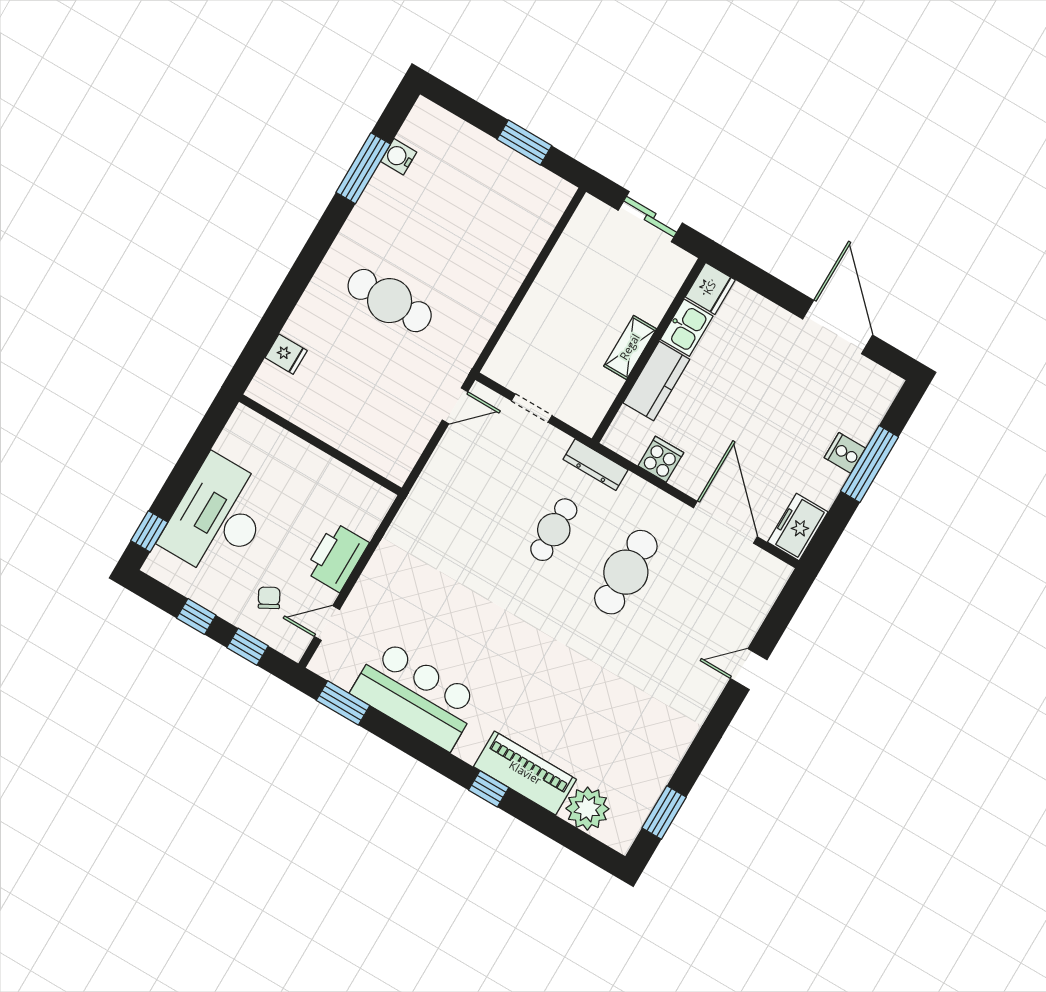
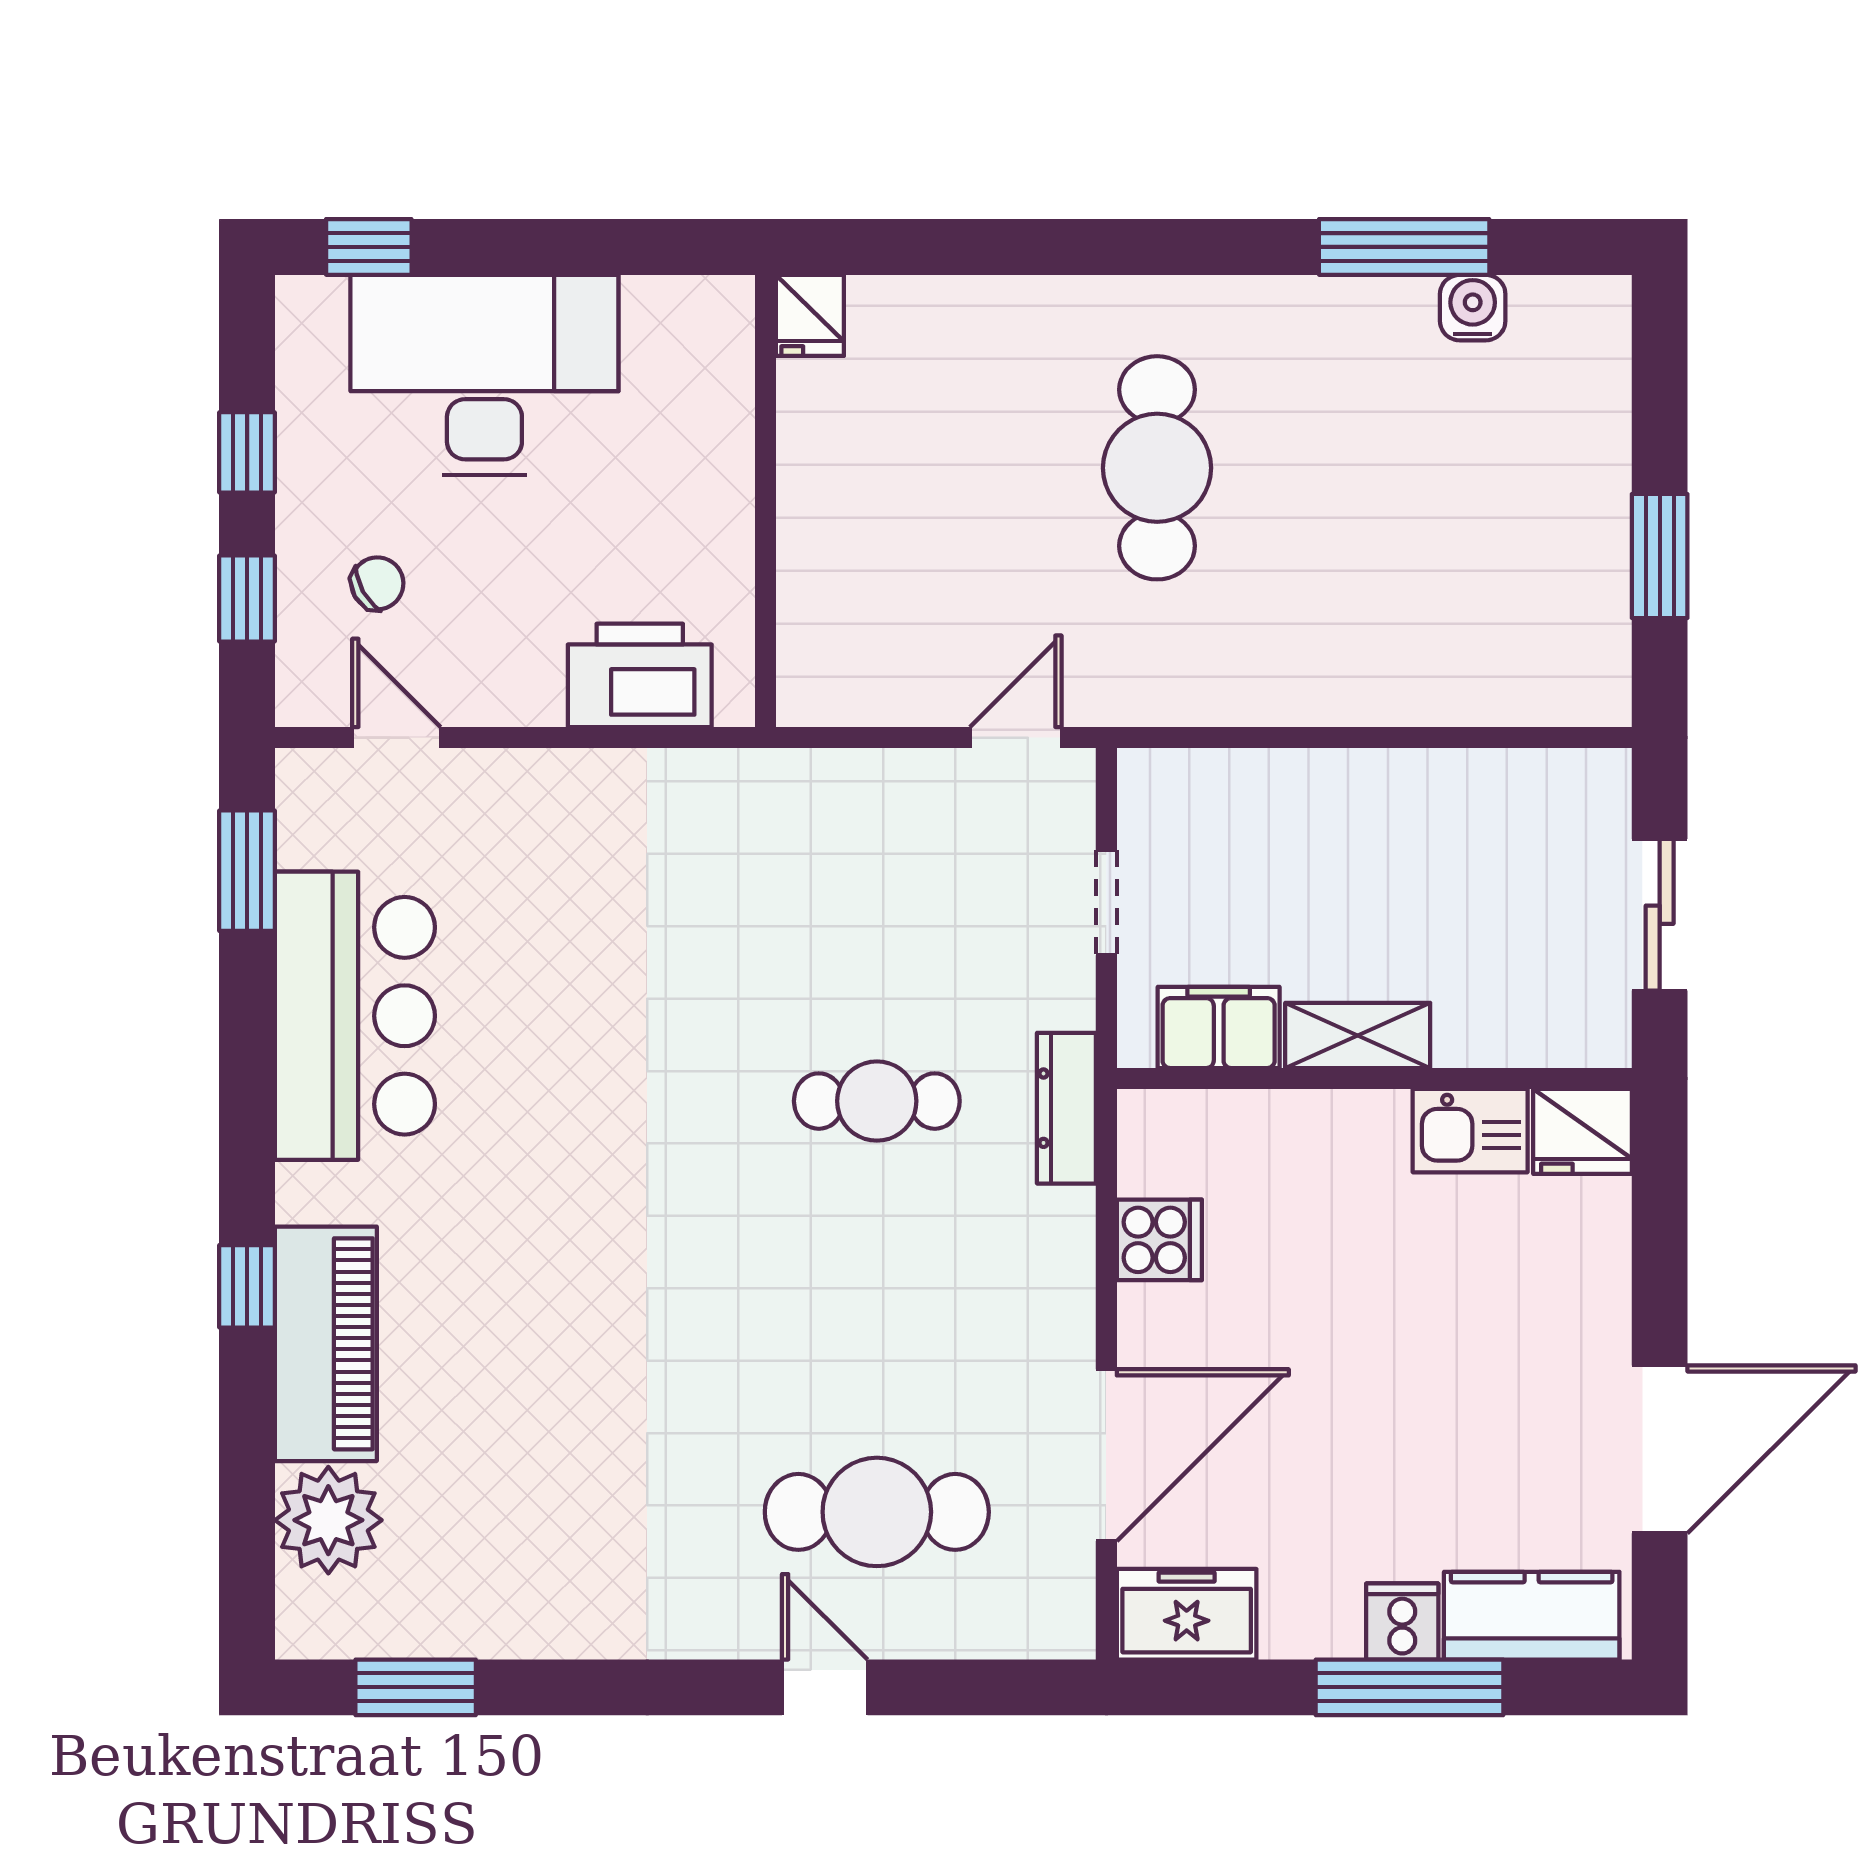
fridge: (286, 354) -> (810, 315), moved
kitchen counter: (656, 381) -> (1532, 1616), moved, turned 180
filing cabinet: (599, 395) -> (1219, 1027), added
door: (455, 406) -> (1016, 738), swing flipped
printer: (337, 557) -> (640, 675), moved
cafe table: (626, 572) -> (877, 1512), moved

